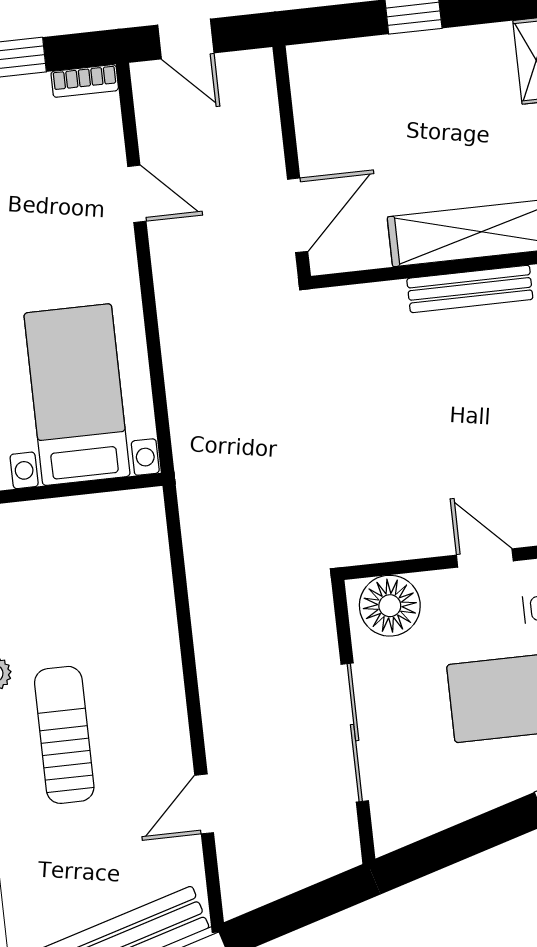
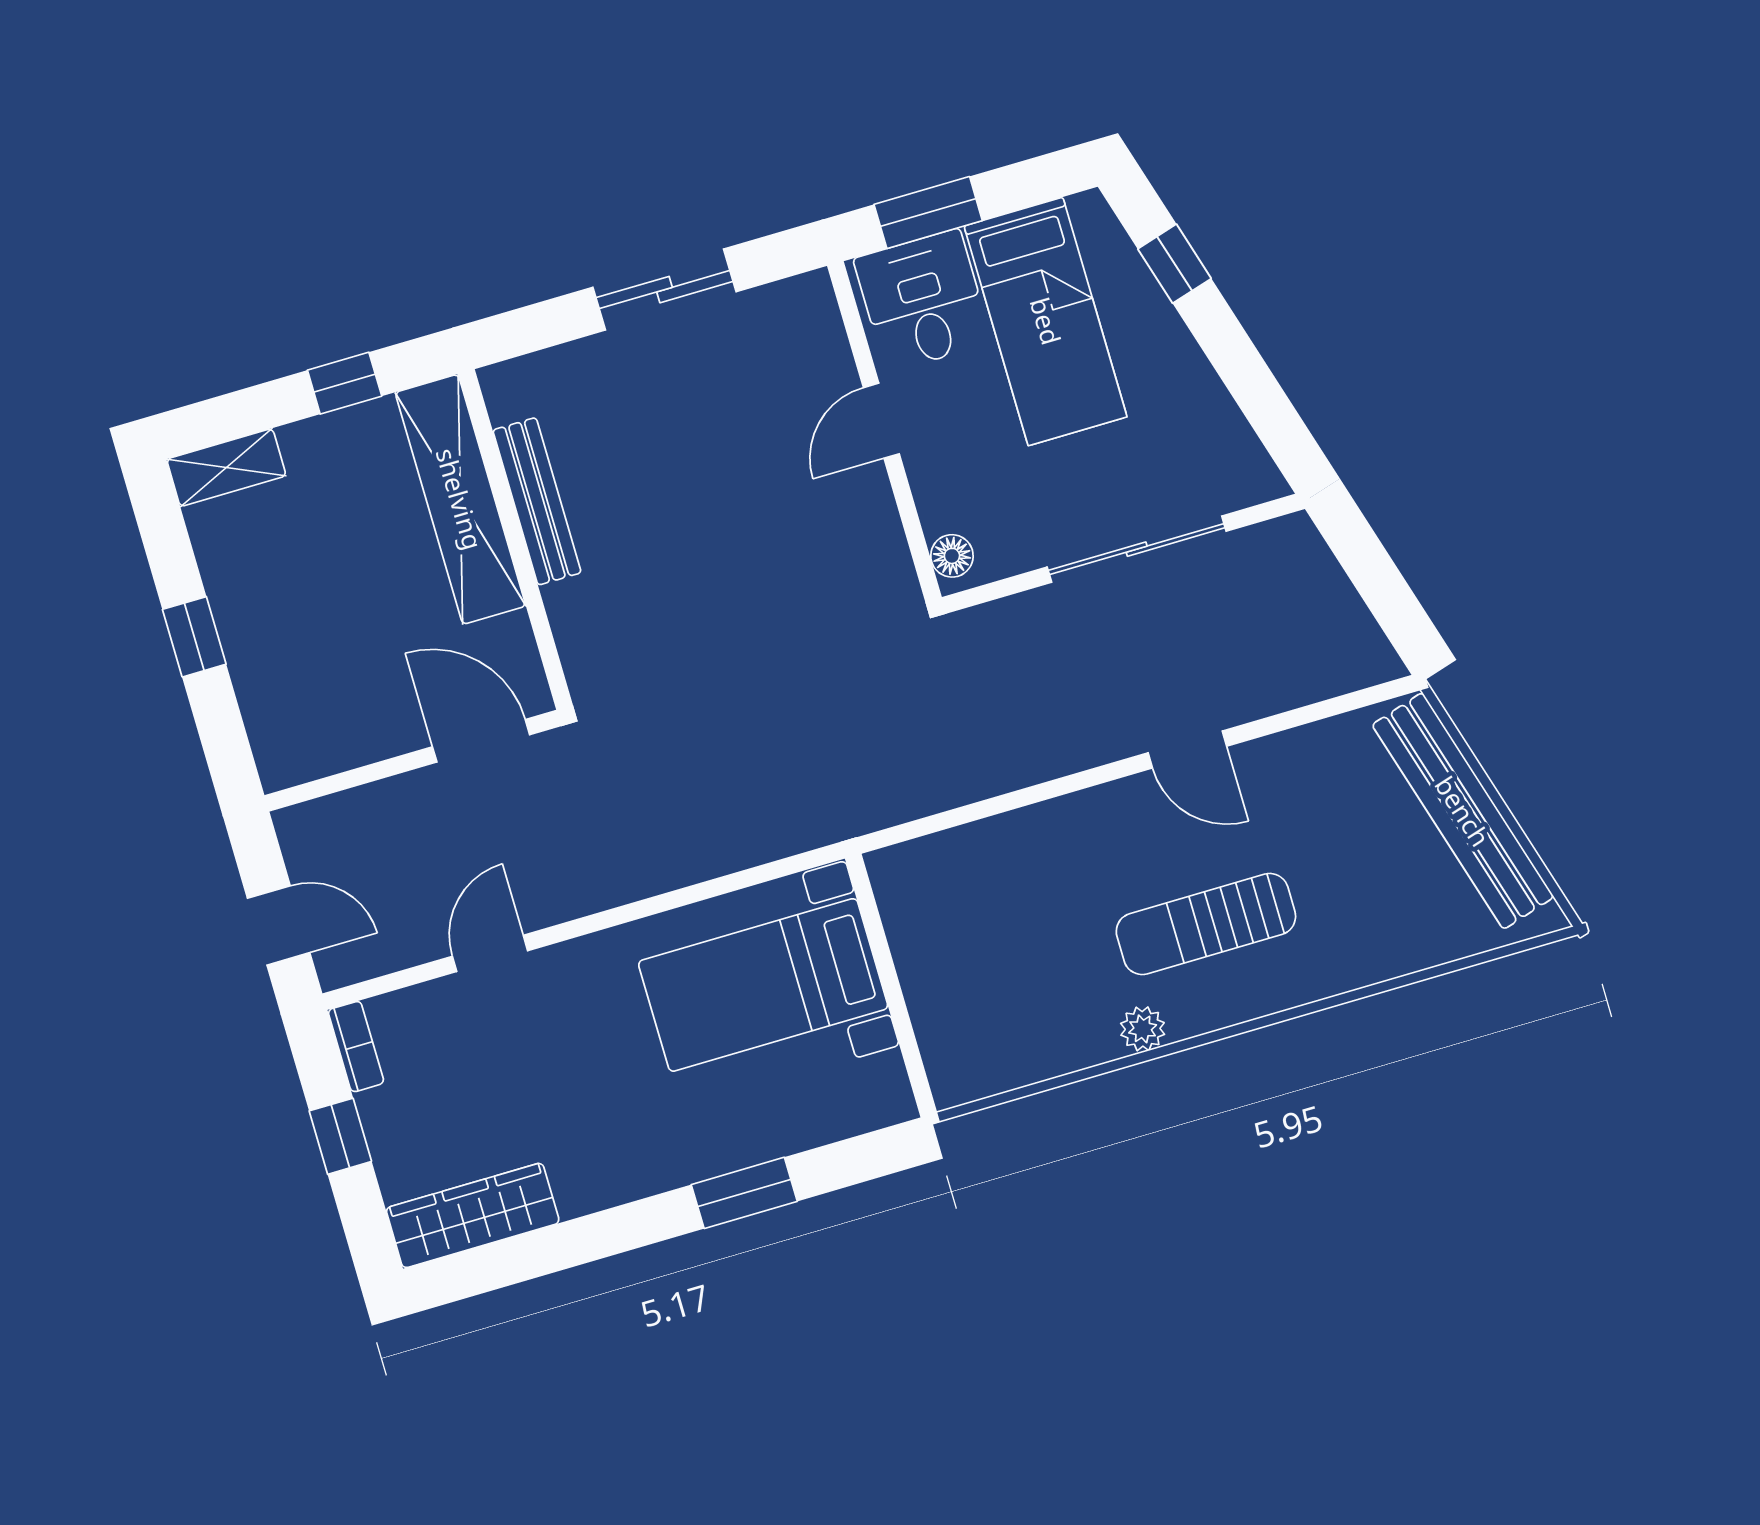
door: (186, 39) -> (279, 925), hinge flipped
floor lamp: (390, 606) -> (952, 556), width x0.53, depth x0.53
door: (204, 804) -> (1187, 749), moved

